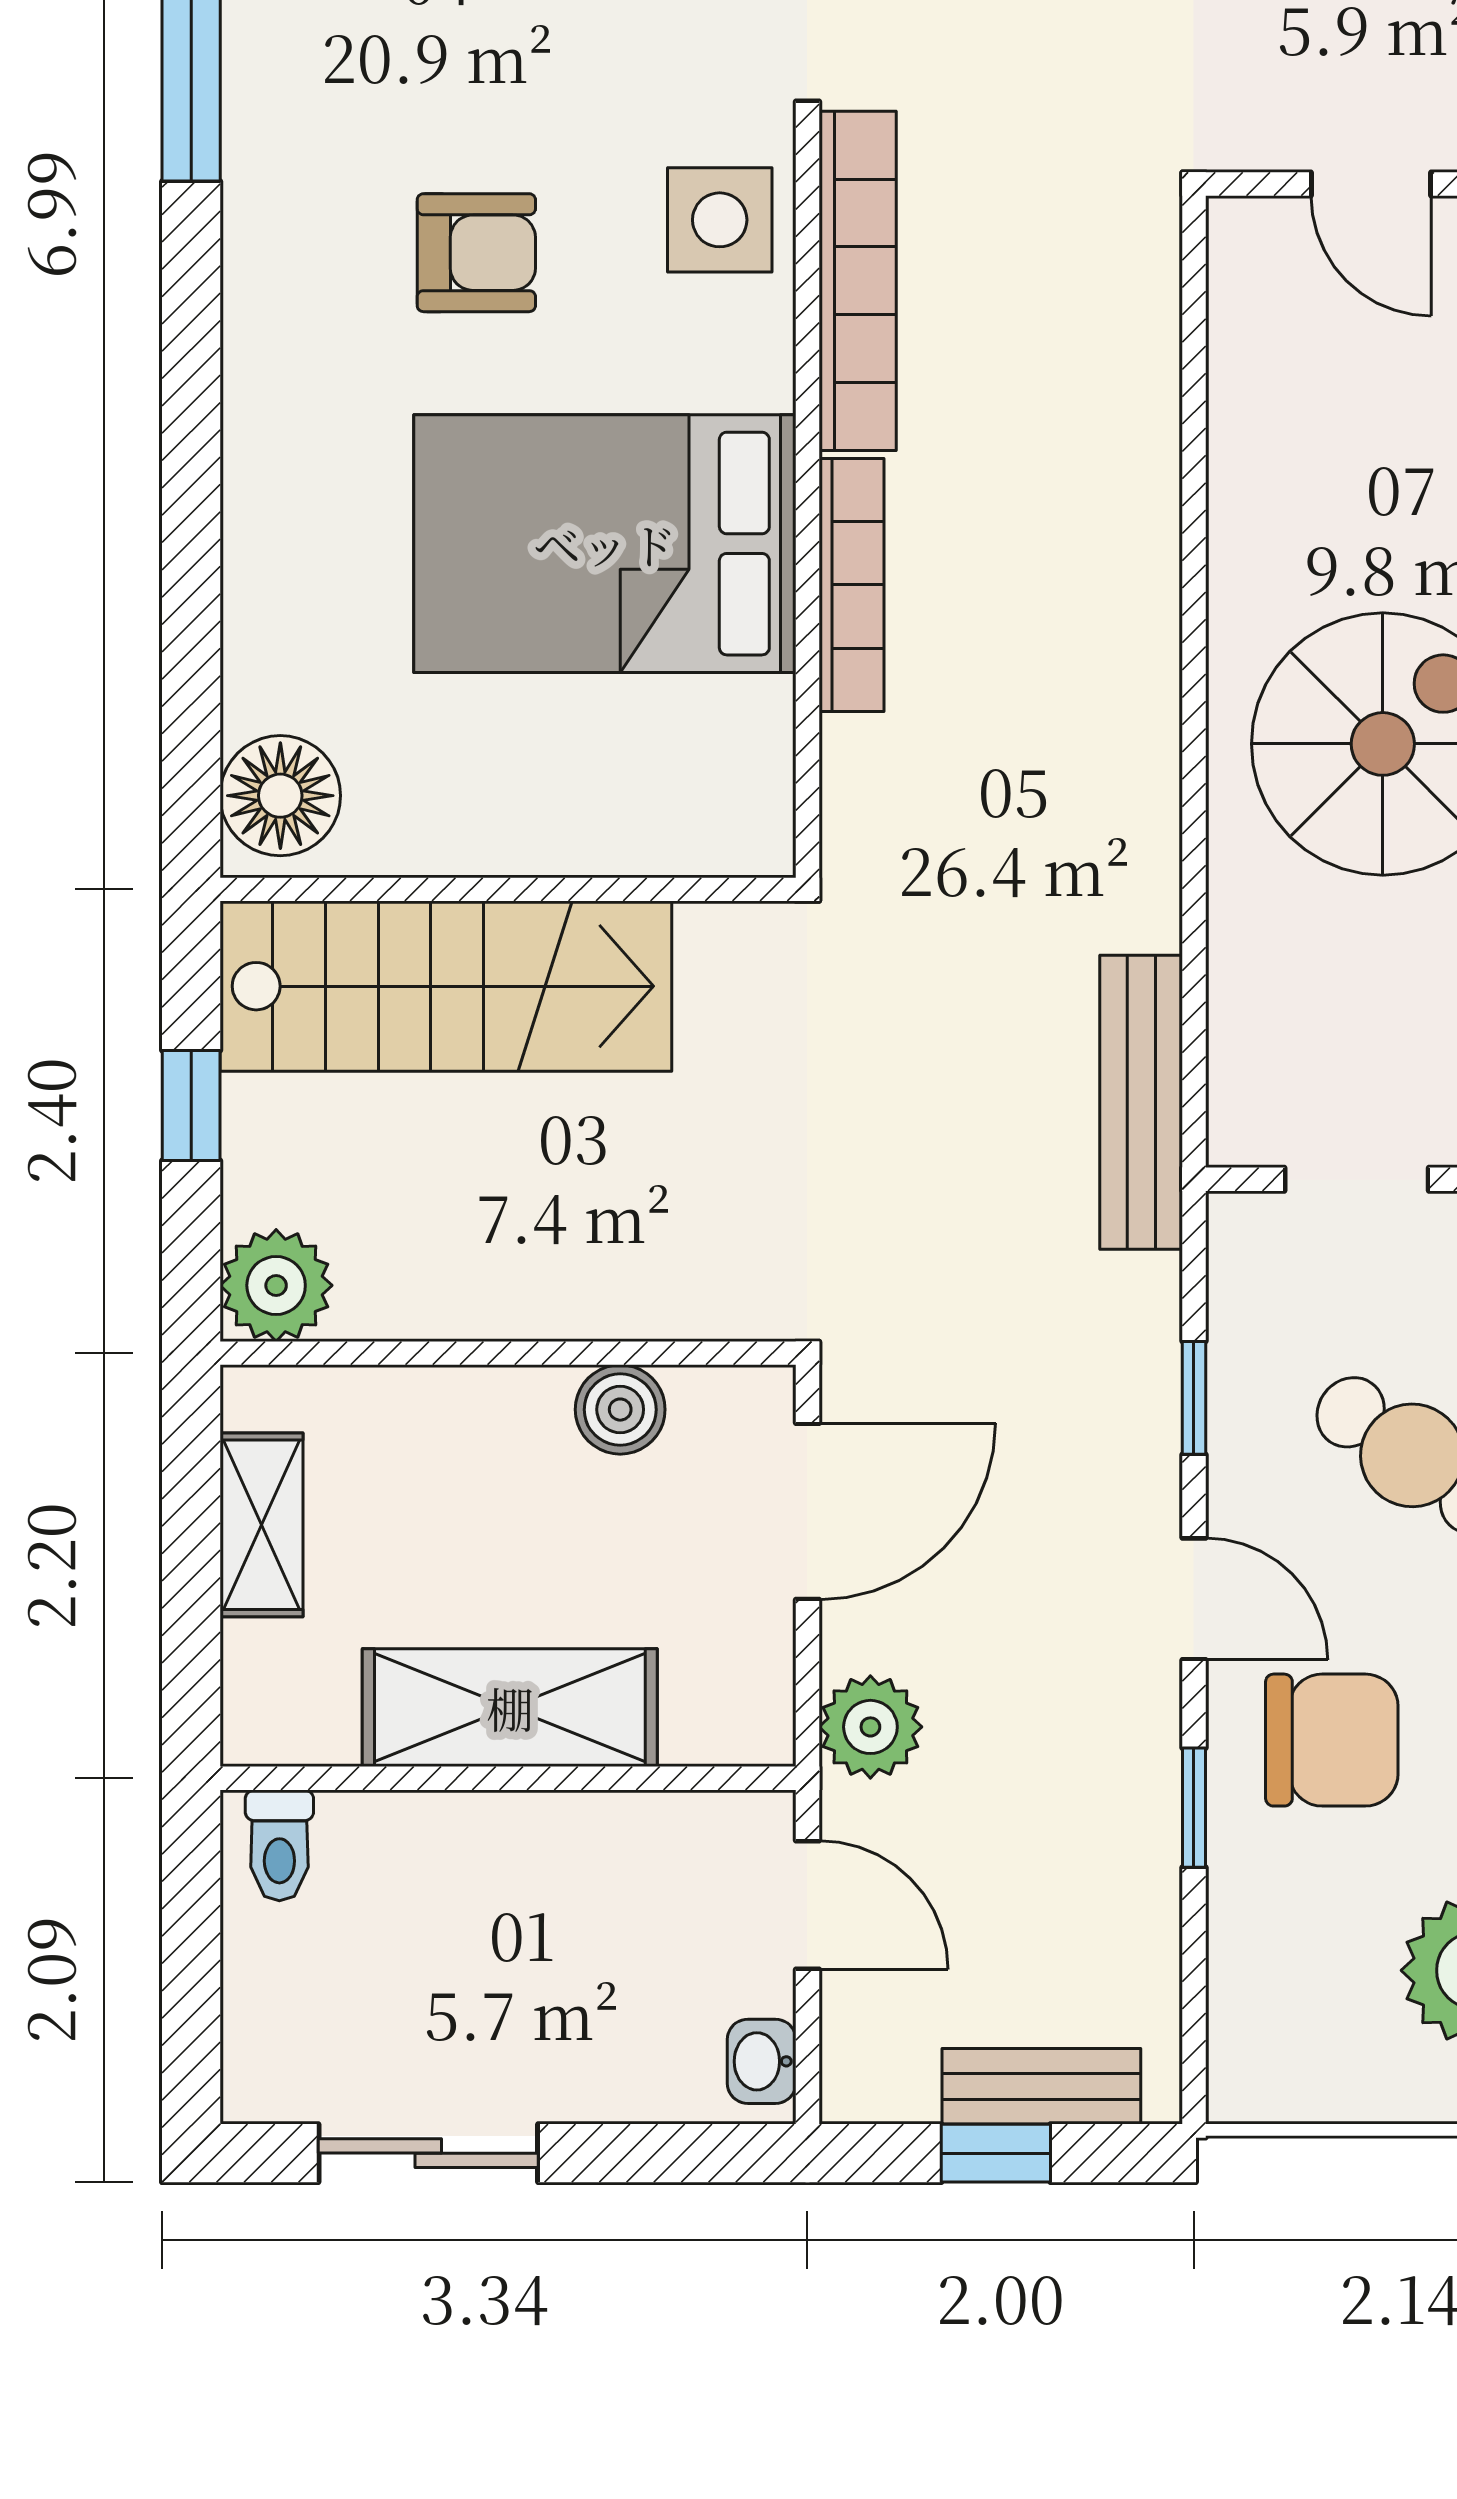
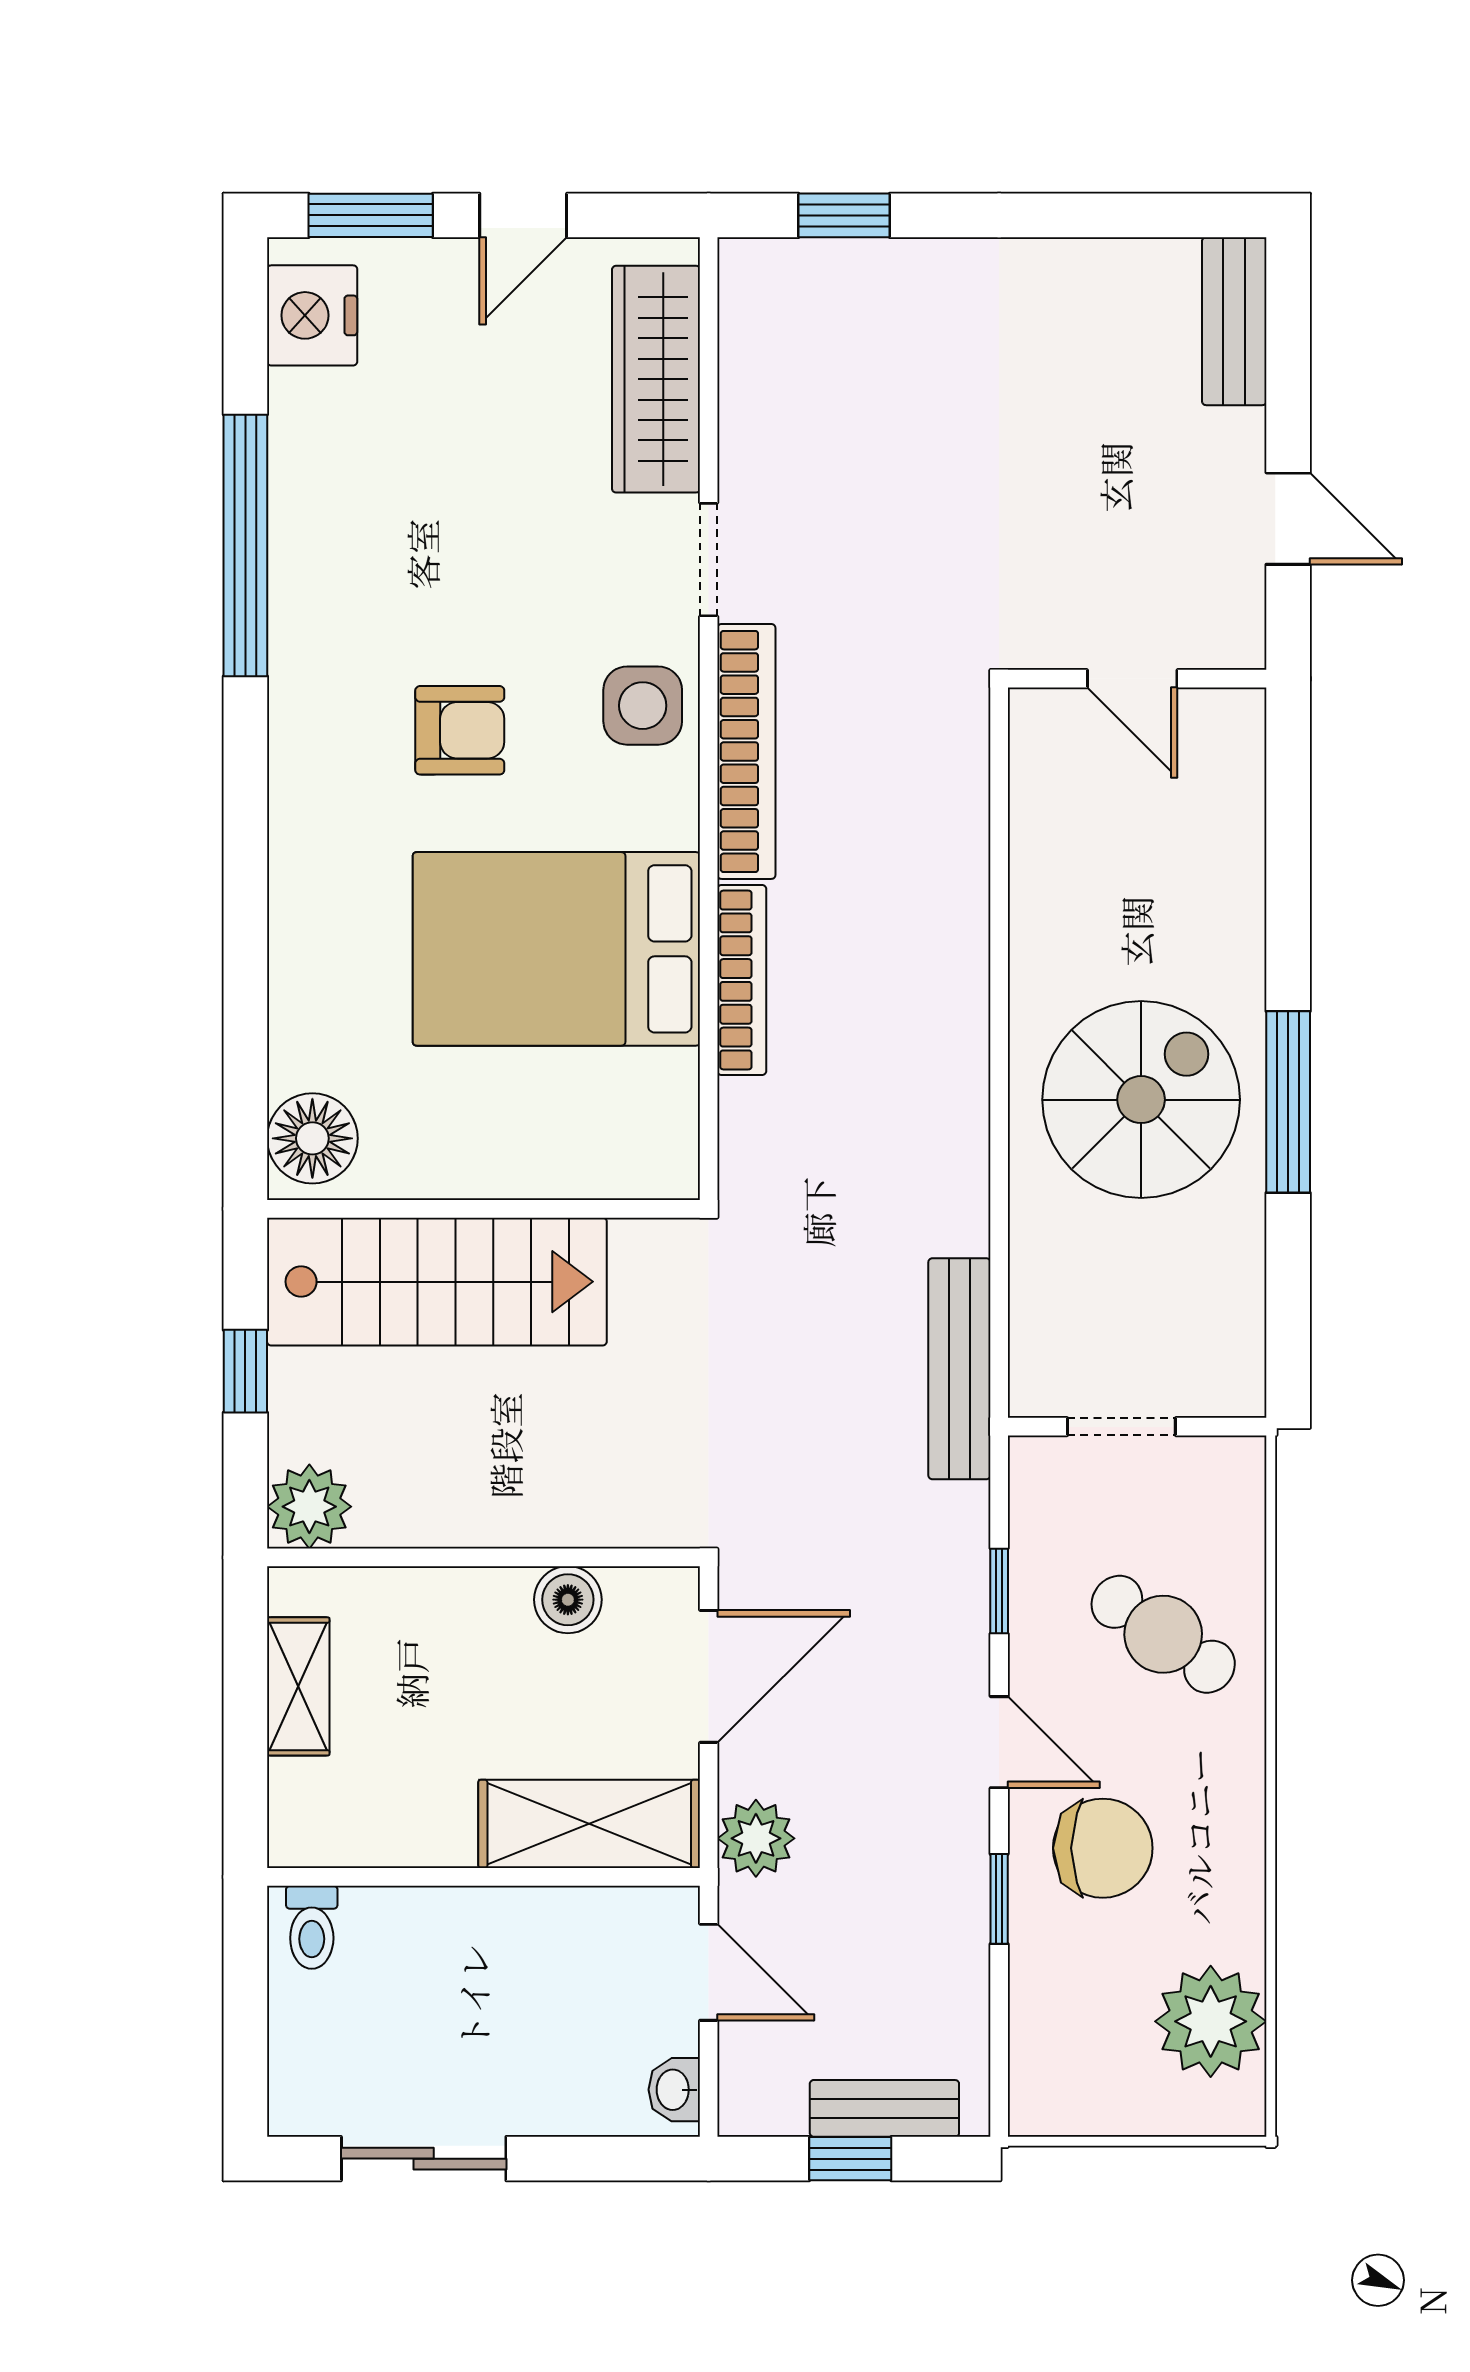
shelving: (510, 1708) -> (589, 1824), moved

